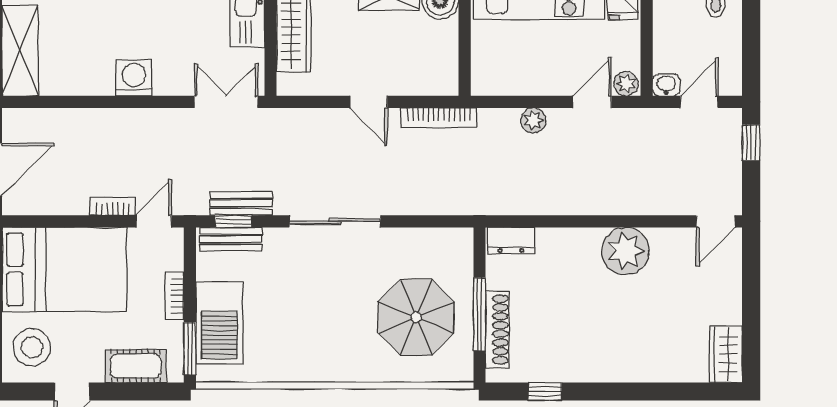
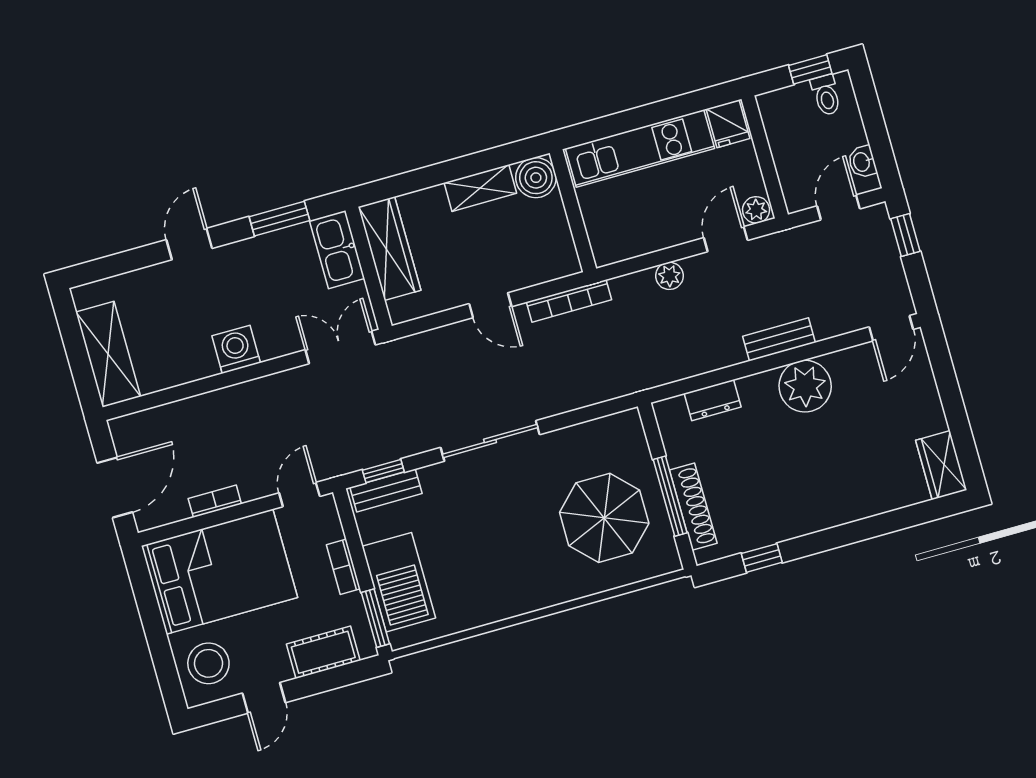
washbasin: (666, 85) -> (862, 162), moved, turned -90
bench: (241, 203) -> (779, 339), moved
bookcase: (113, 206) -> (215, 501), moved
dresser: (511, 240) -> (713, 400), moved

